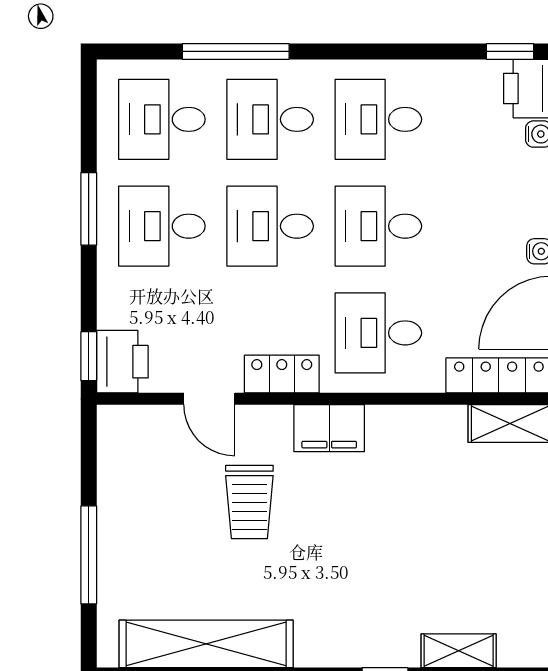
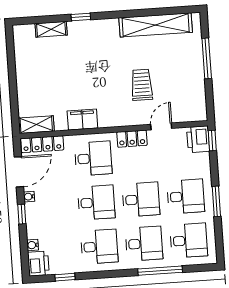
window: (510, 51) -> (65, 277), moved
door: (209, 399) -> (161, 126), hinge flipped
filing cabinet: (329, 428) -> (82, 120), moved

